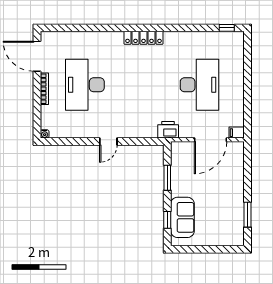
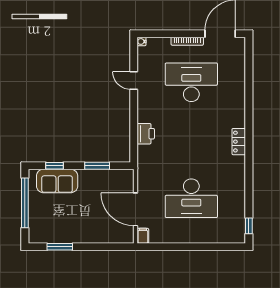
locker: (143, 38) -> (239, 142), width x0.66
printer: (168, 130) -> (146, 134), moved
door: (108, 142) -> (134, 81), moved
window: (204, 249) -> (25, 203), added

